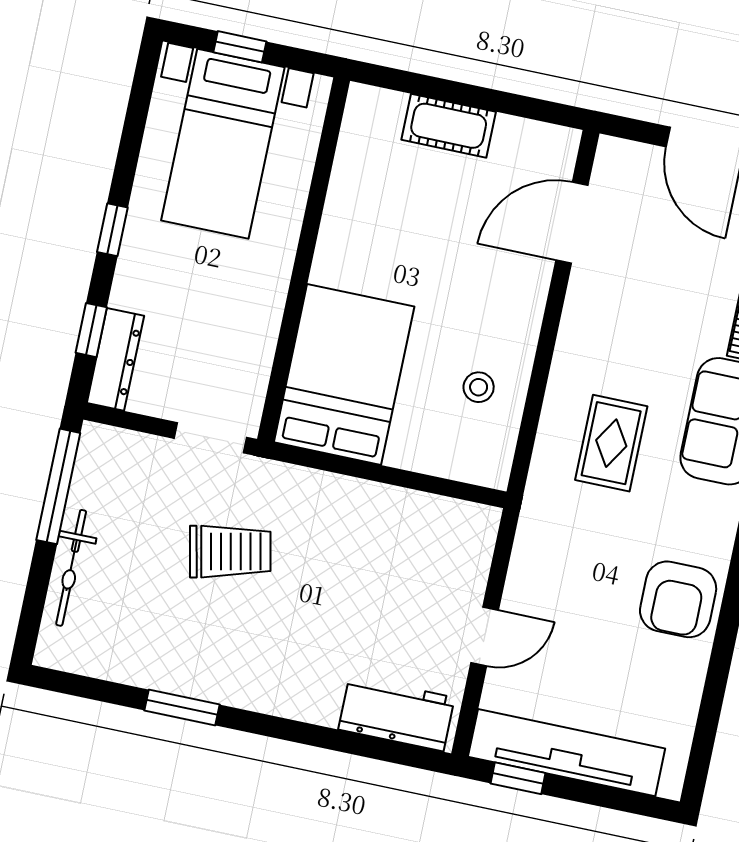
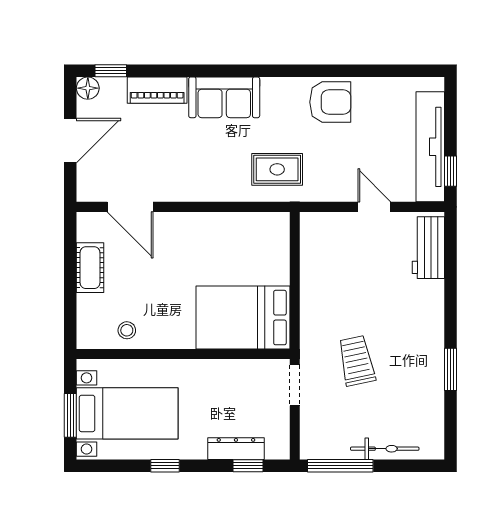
window: (240, 47) -> (70, 415), width x1.50
cot: (449, 126) -> (90, 268), moved
window: (112, 230) -> (165, 466), moved
dresser: (115, 359) -> (236, 449), moved
stool: (479, 387) -> (127, 330), moved
rug: (611, 443) -> (277, 169), moved

